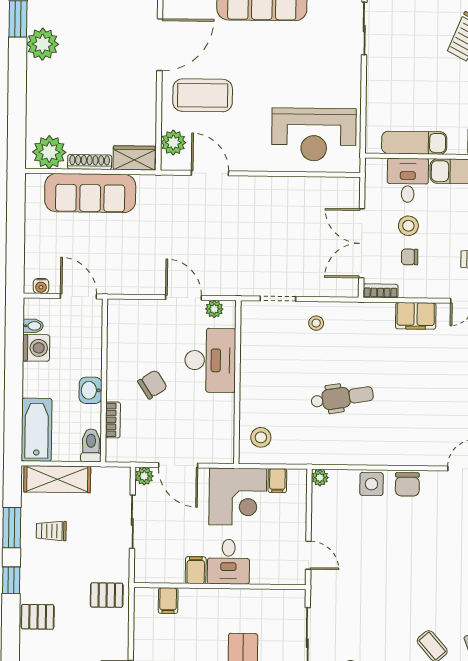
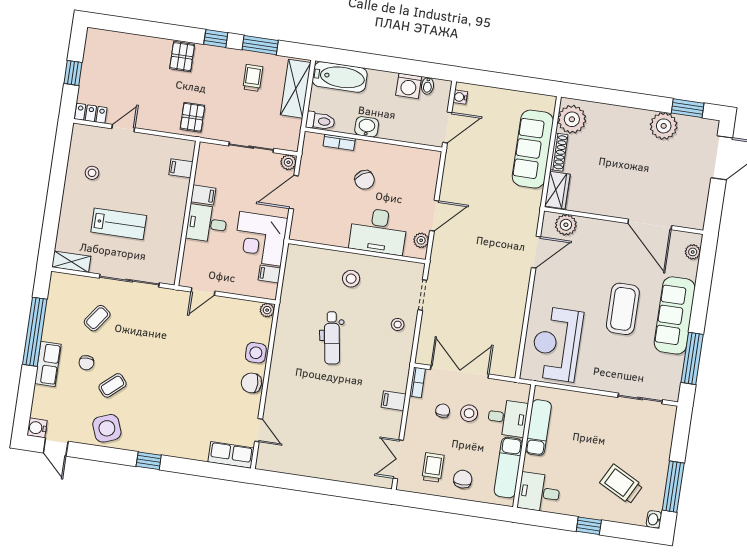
coffee table: (203, 95) -> (623, 309), moved
filing cabinet: (416, 316) -> (394, 401), width x0.50
stool: (261, 437) -> (351, 279), moved

